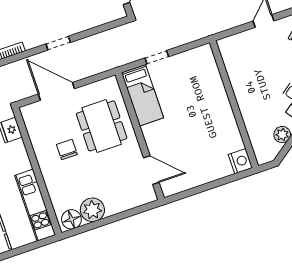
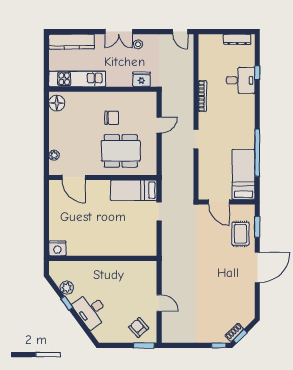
door: (56, 91) -> (159, 125), width x0.53
door: (151, 170) -> (74, 177), hinge flipped
plant: (92, 210) -> (54, 155), moved, width x0.53, depth x0.53

